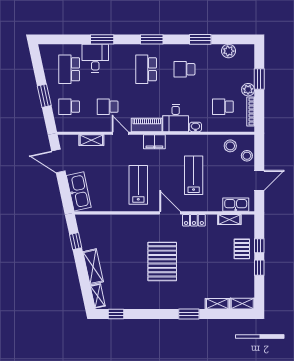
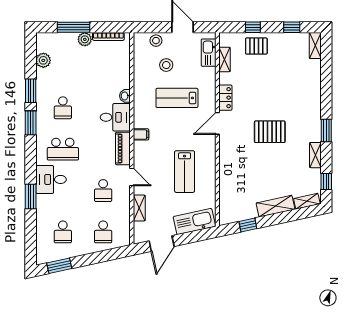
window: (152, 39) -> (31, 123), moved
desk: (95, 58) -> (51, 179), moved
school desk: (69, 69) -> (63, 232), width x0.54
window: (259, 79) -> (73, 27), width x1.44
window: (44, 96) -> (59, 266), moved
school desk: (223, 107) -> (103, 66), removed
door: (120, 133) -> (132, 177), swing flipped
filing cabinet: (154, 142) -> (141, 134), width x0.50
stool: (230, 146) -> (166, 65), moved
lab bench: (138, 185) -> (185, 172), moved, turned -90
pallet: (162, 261) -> (270, 132), width x0.73, depth x0.71
window: (259, 268) -> (292, 27), moved
shelving: (217, 304) -> (315, 155), moved
window: (189, 314) -> (326, 130), moved

